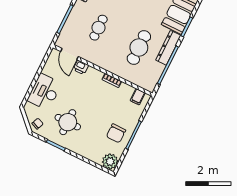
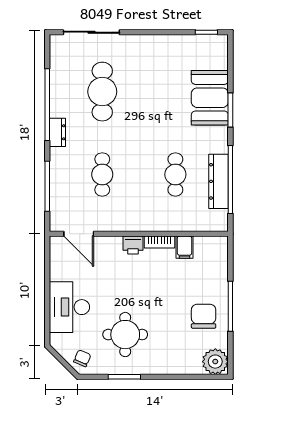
cafe table: (139, 47) -> (175, 174), width x0.73, depth x0.74
dresser: (168, 48) -> (219, 181), moved
printer: (81, 67) -> (133, 245), moved
filing cabinet: (138, 97) -> (185, 247), moved
chair: (116, 133) -> (204, 316), turned 180

